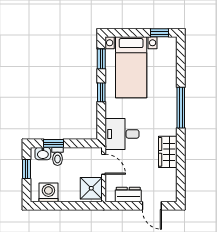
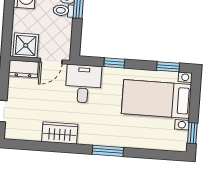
window: (101, 92) -> (114, 63), moved
window: (181, 108) -> (108, 151), width x0.69
dresser: (128, 195) -> (23, 69), moved, turned 90

